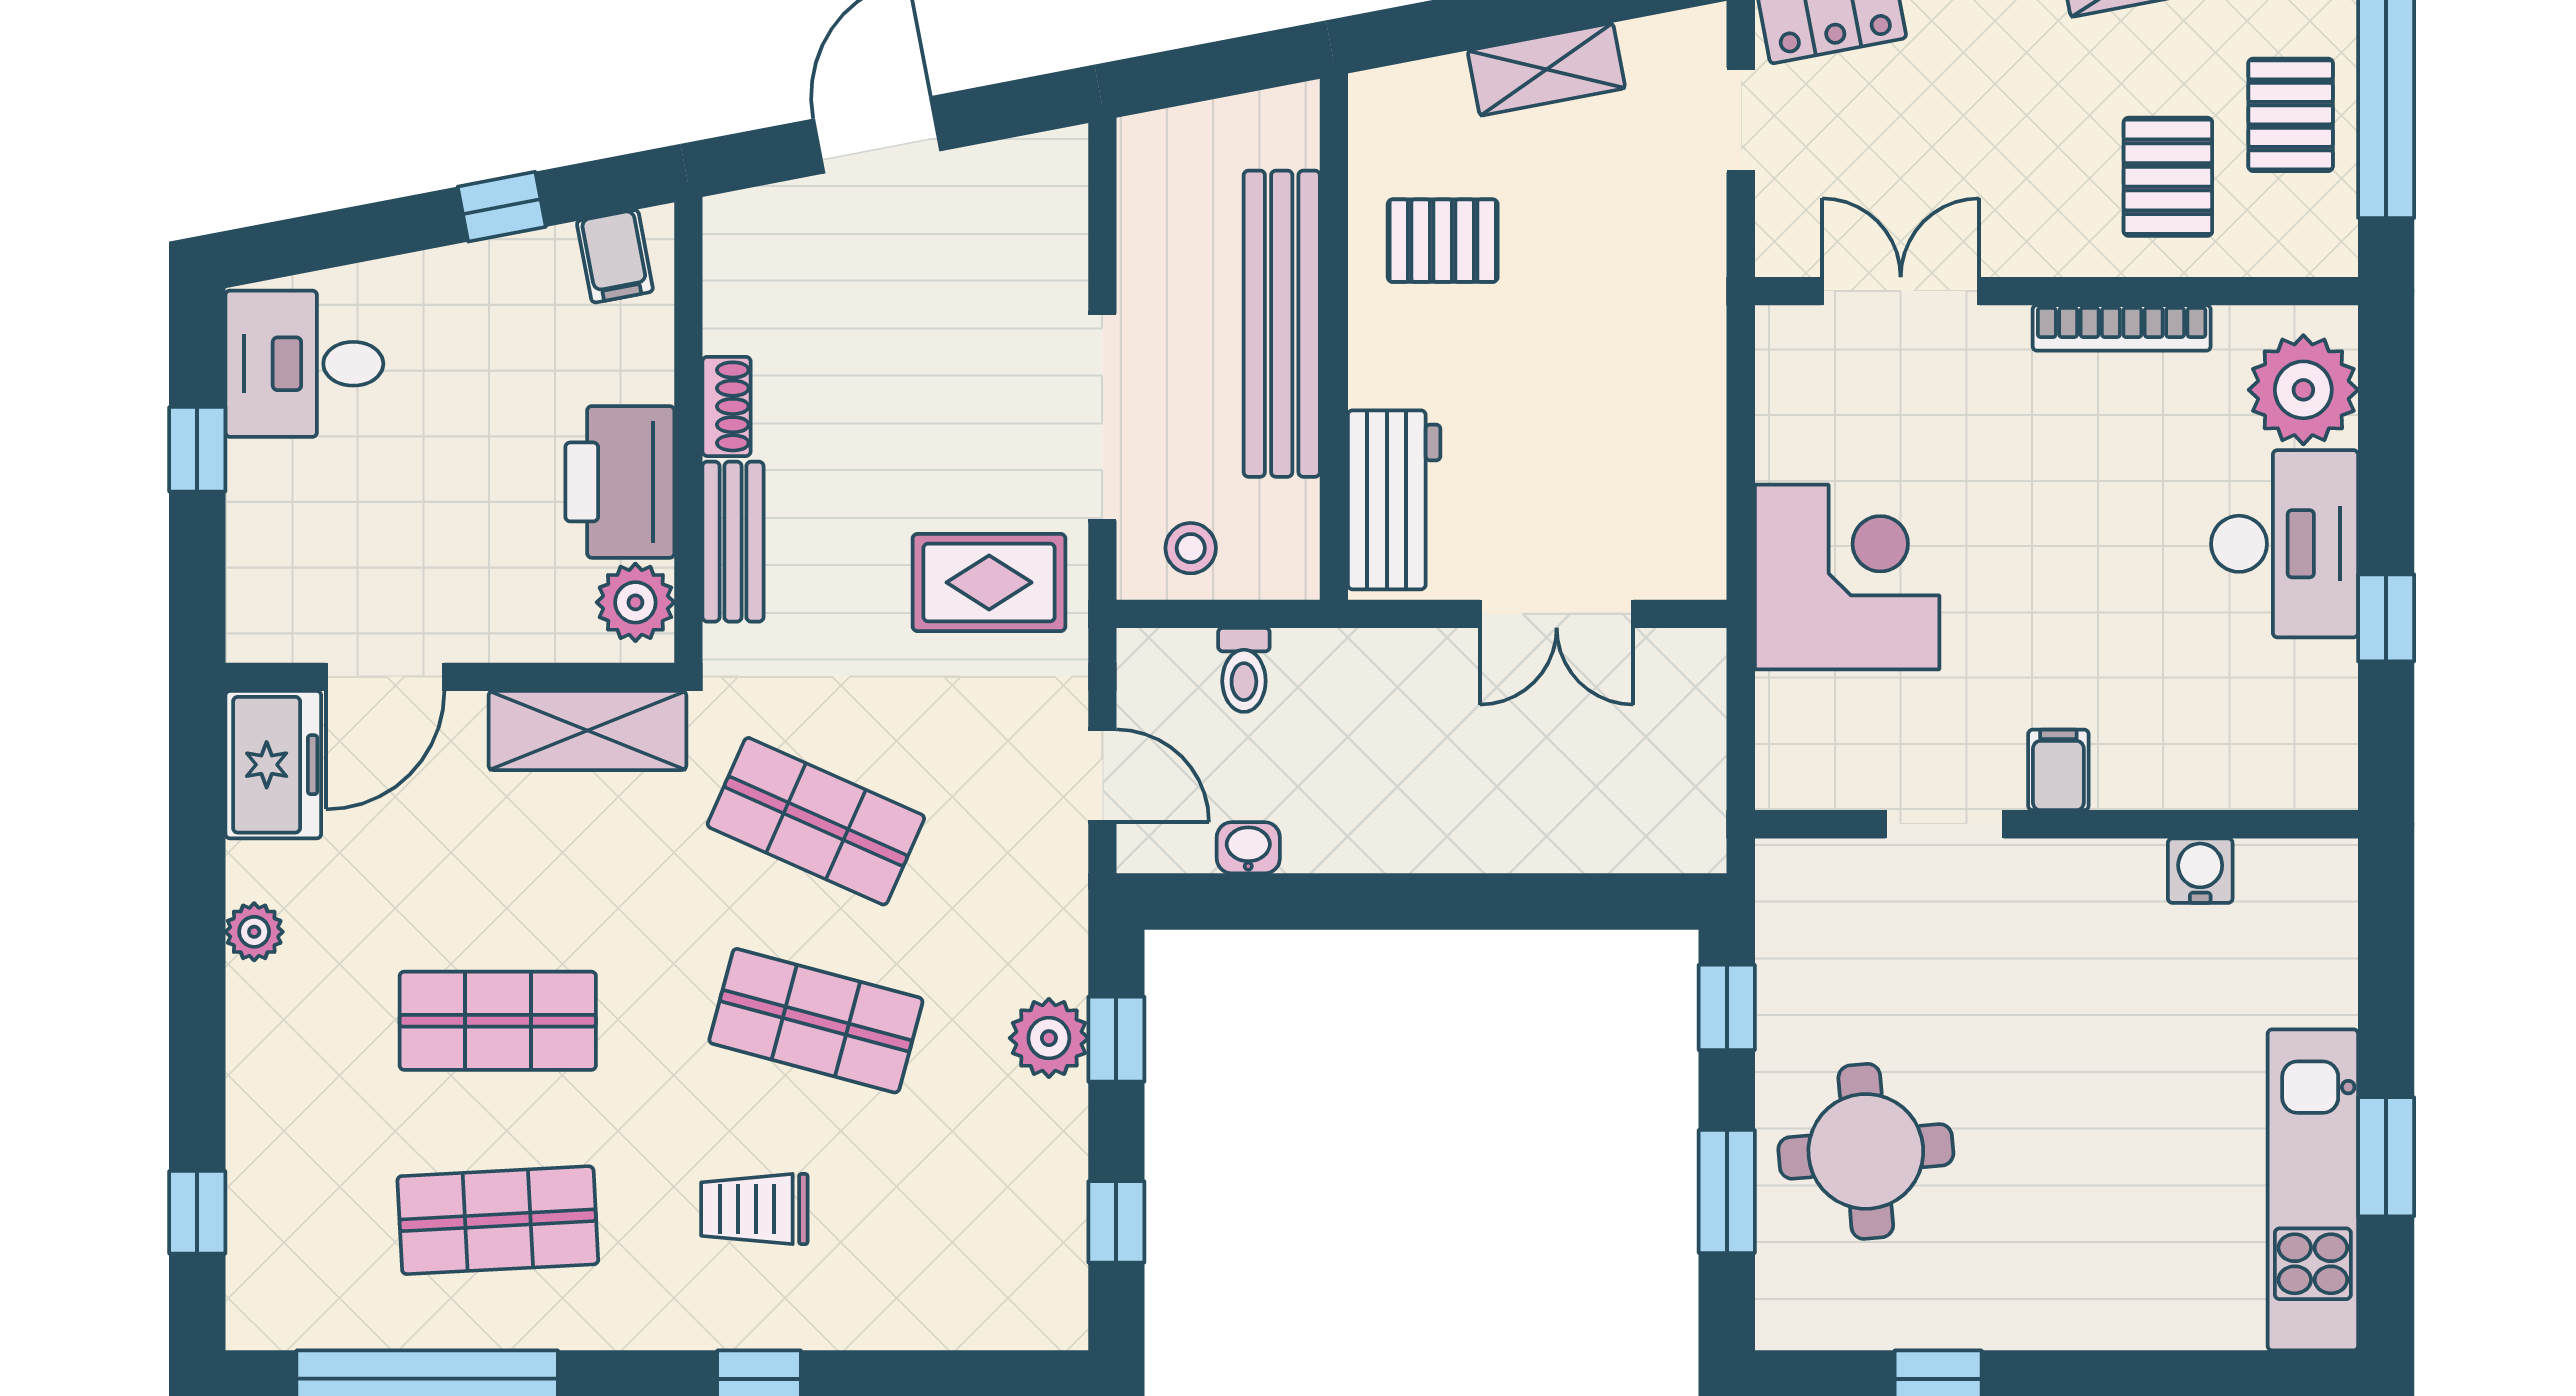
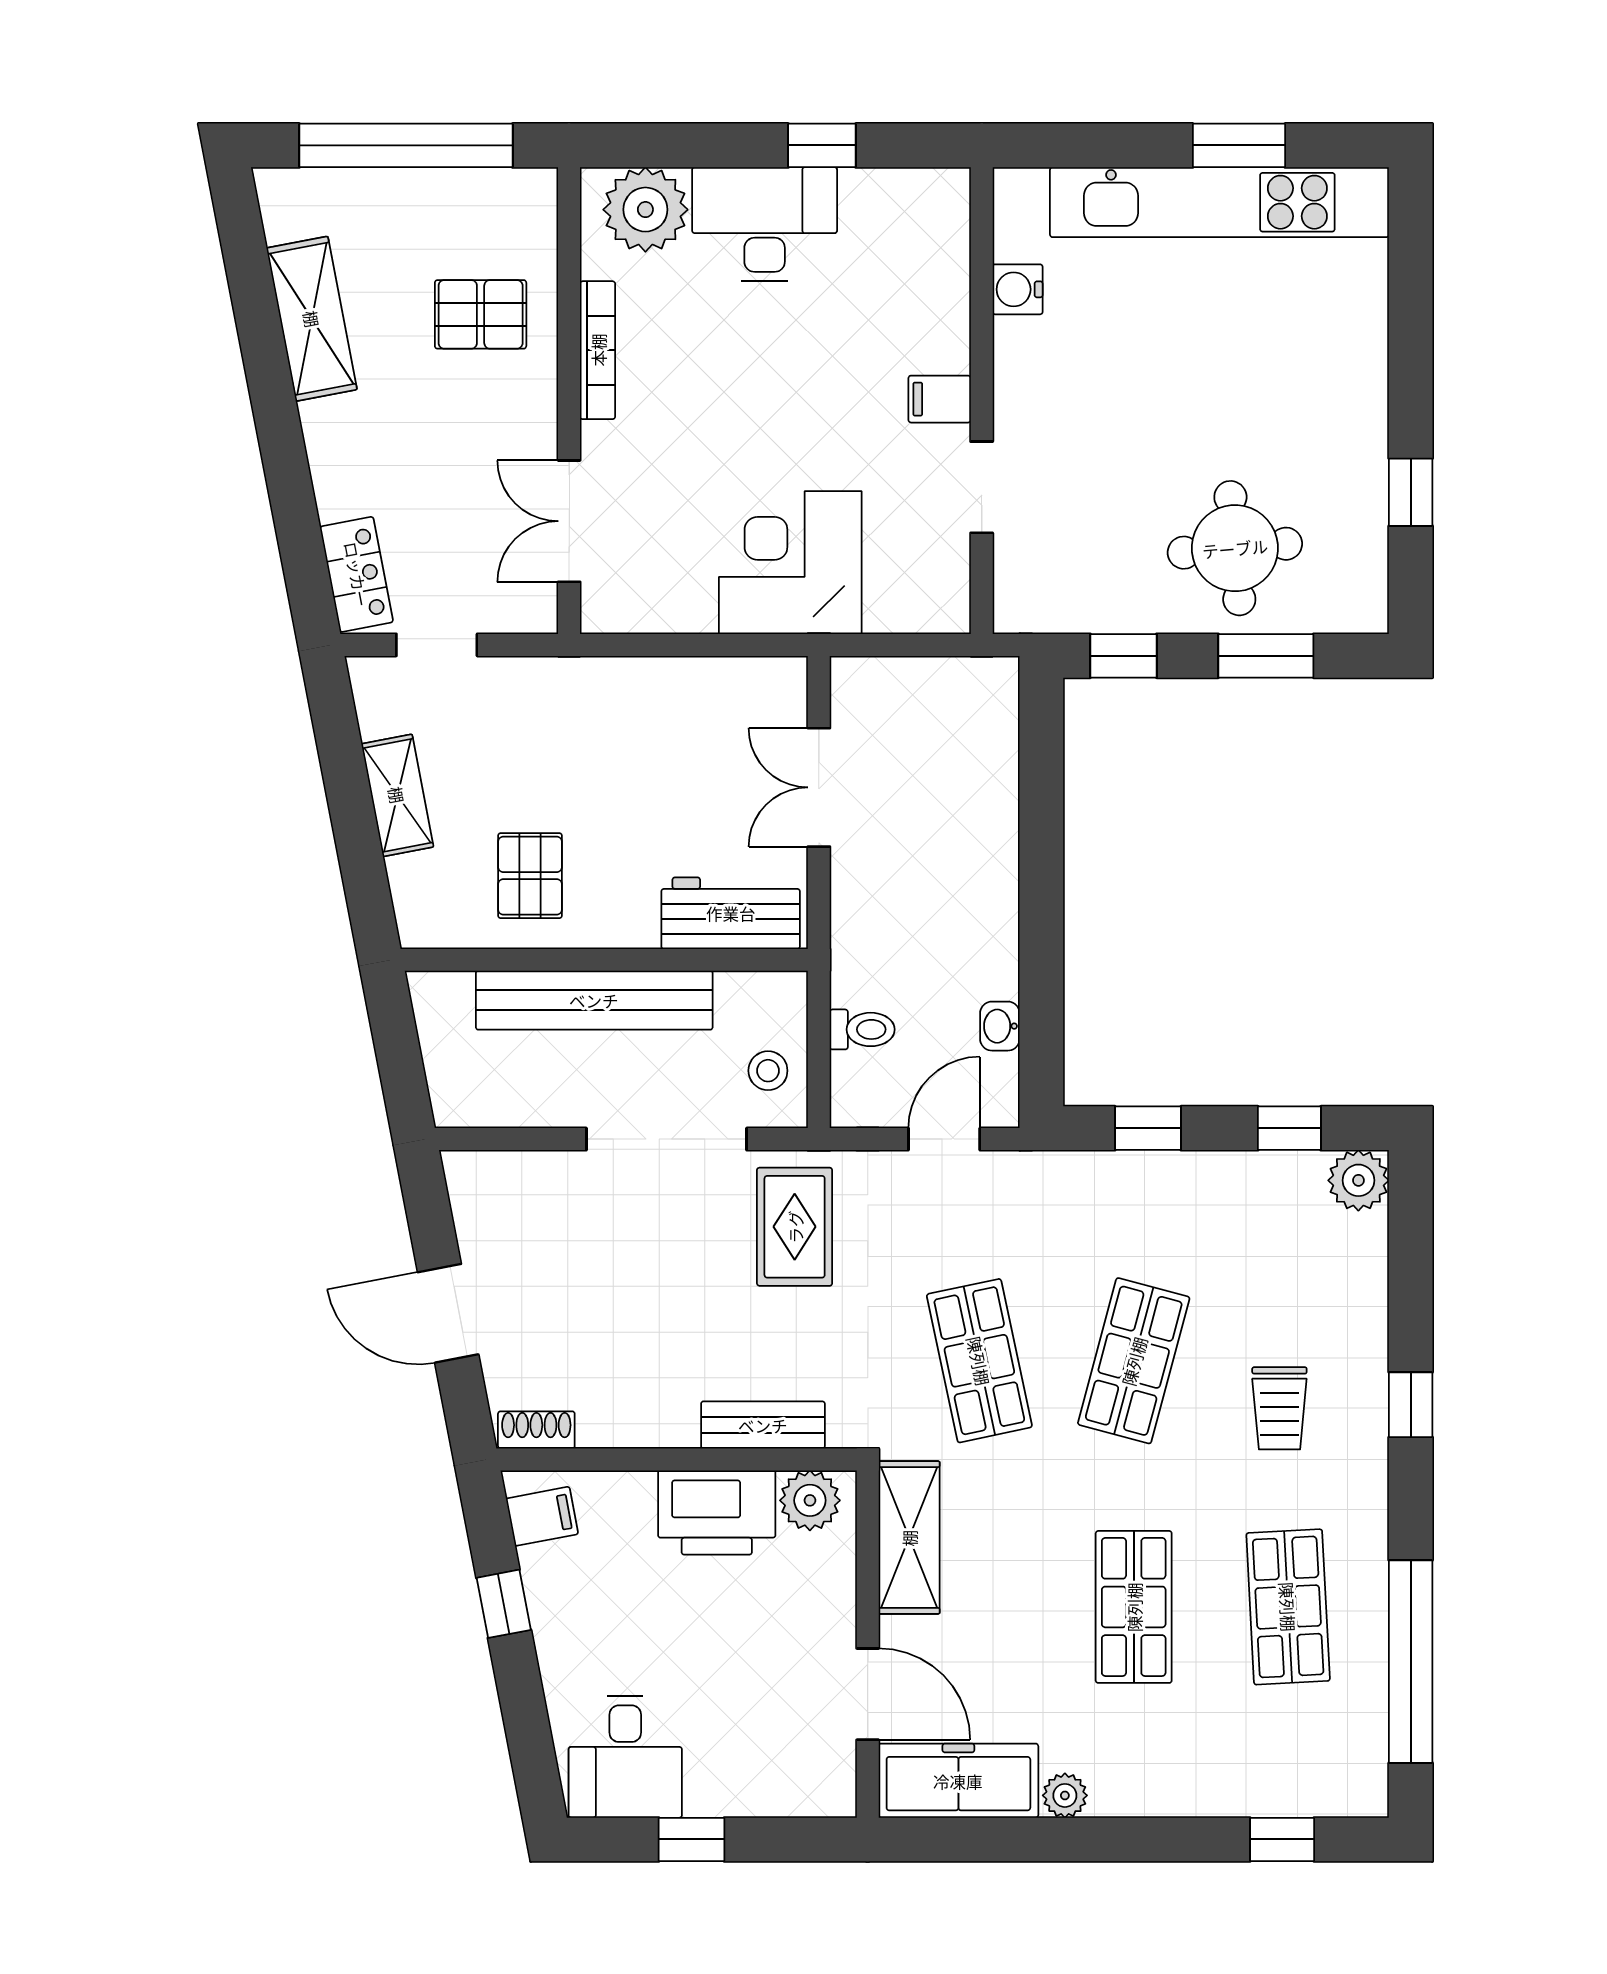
pallet: (2291, 115) -> (433, 219), removed
shoe rack: (727, 406) -> (536, 1430), moved
double door: (1557, 614) -> (819, 787), swing flipped
freezer: (273, 765) -> (958, 1781), width x1.40
shop shelf: (816, 821) -> (979, 1361), turned -36
plant: (1049, 1038) -> (1358, 1180), moved
kitchen unit: (2313, 1190) -> (1219, 202), width x1.36

